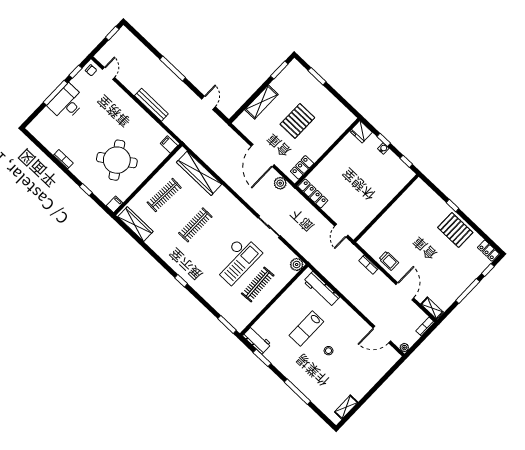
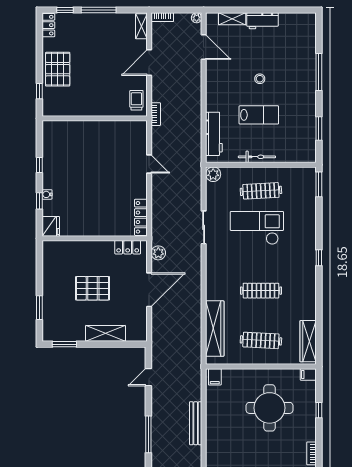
round table: (117, 160) -> (270, 408), turned 34
wall: (386, 208) -> (95, 118), moved
door: (341, 231) -> (149, 164), hinge flipped
bicycle: (281, 302) -> (257, 157), added
workbench: (257, 340) -> (262, 21), moved, turned -90
shelving: (346, 407) -> (232, 19), moved

